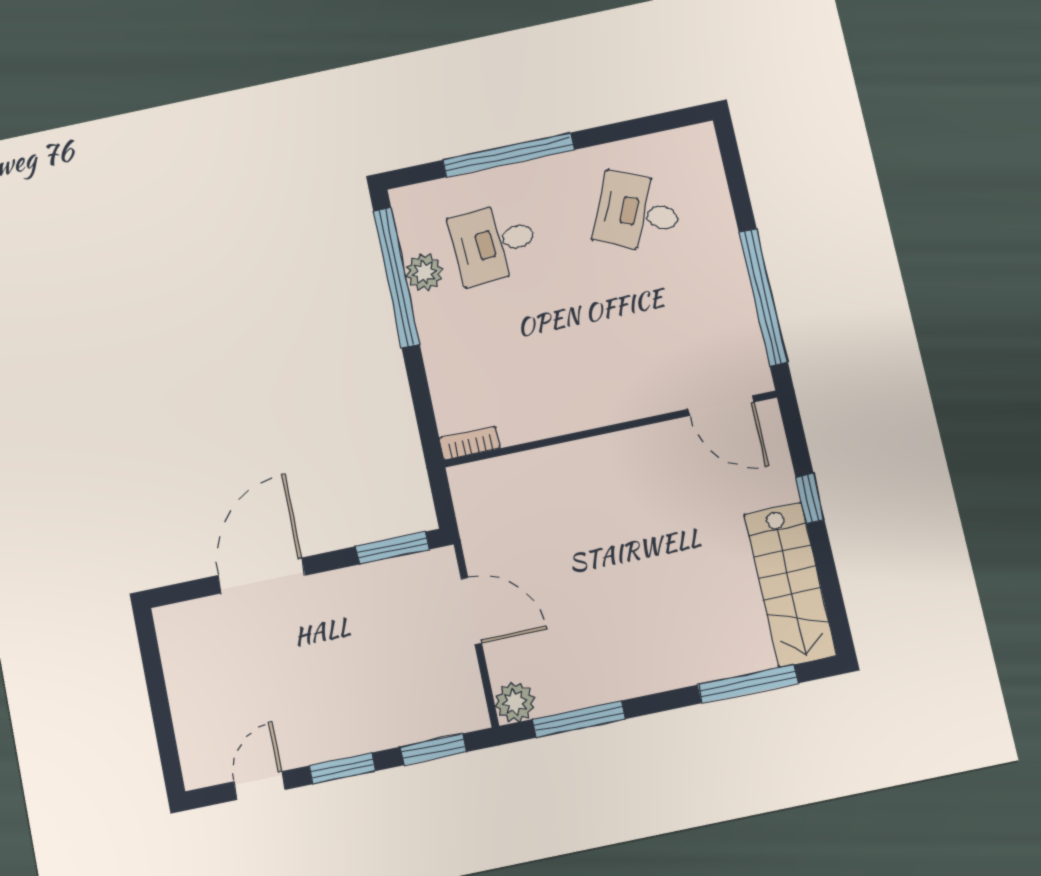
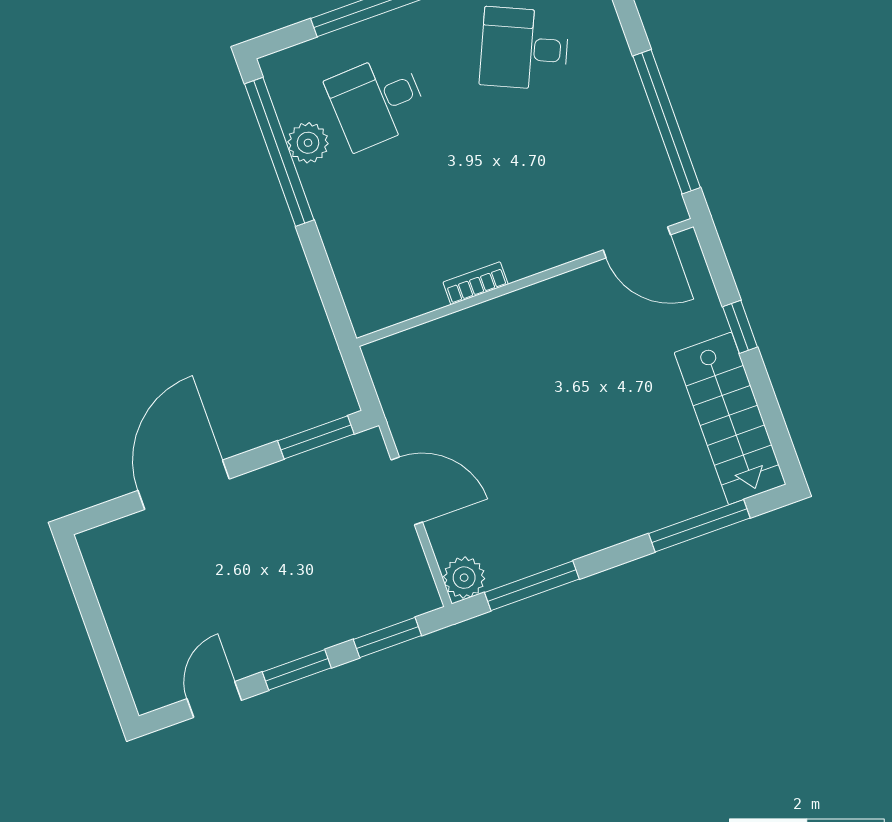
bookcase: (470, 443) -> (476, 283), moved

